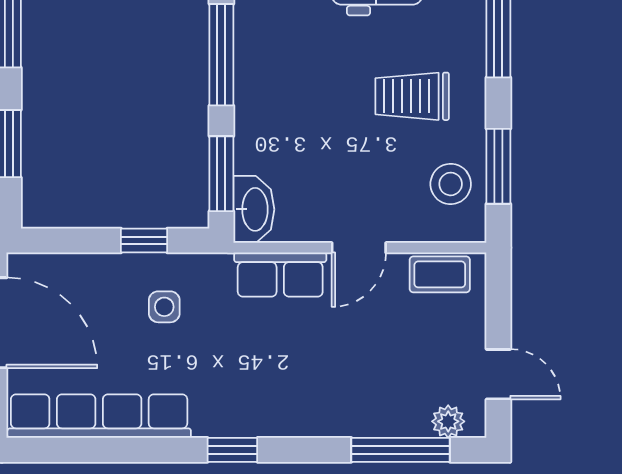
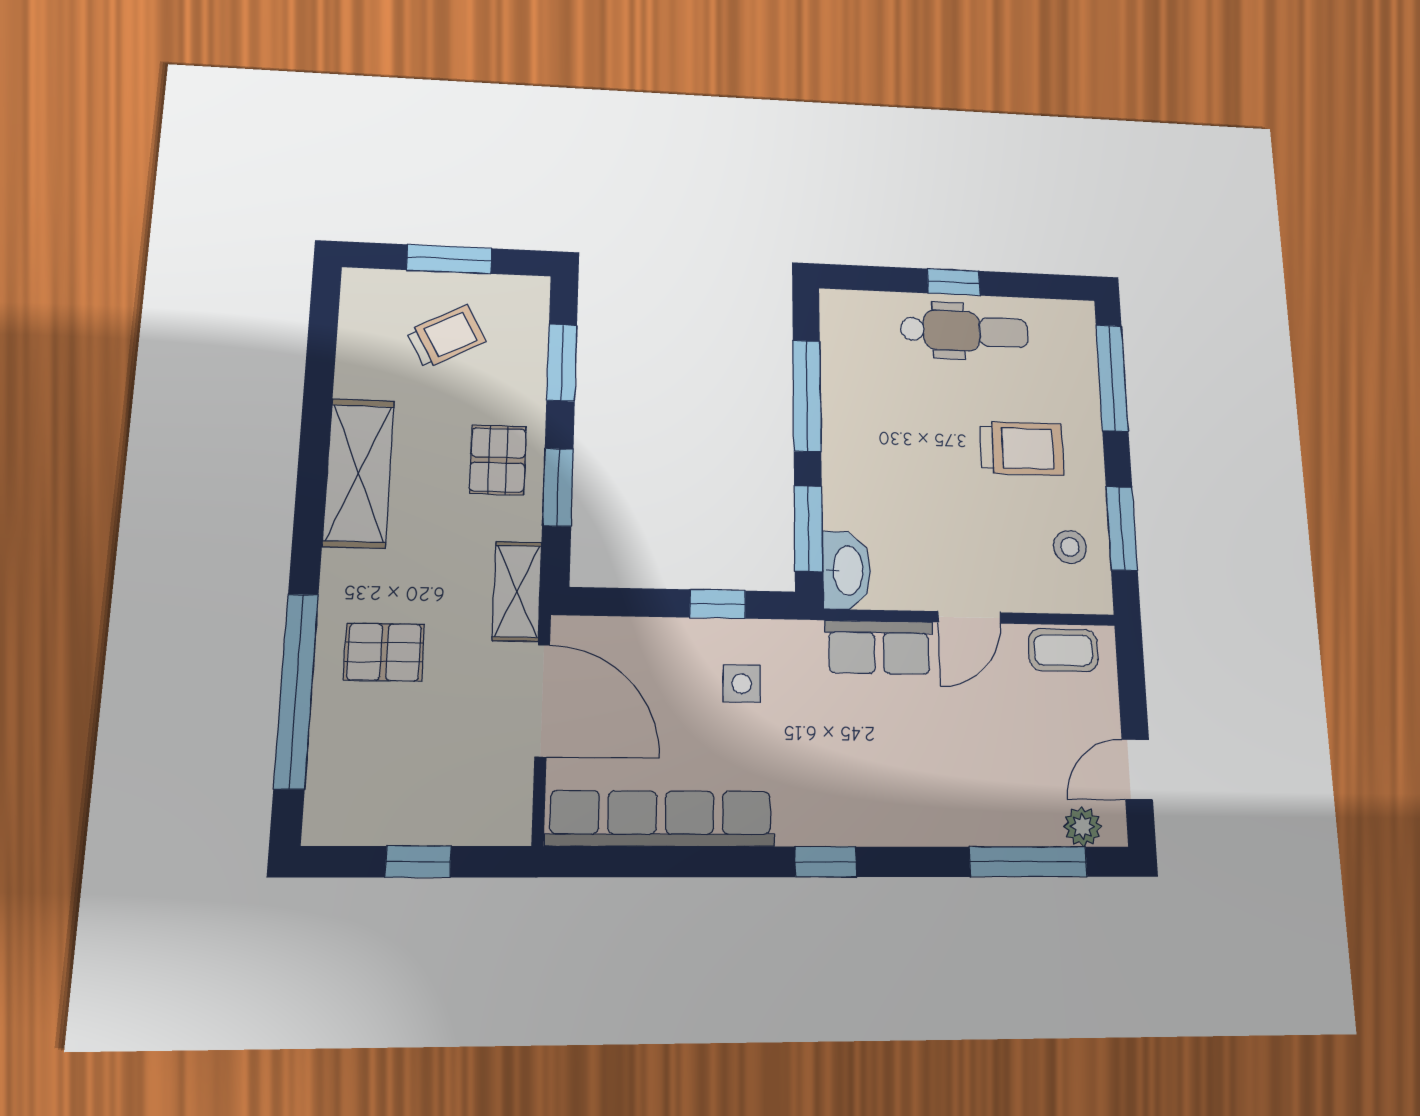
trolley: (412, 96) -> (1022, 448), turned 180
stool: (451, 184) -> (1070, 547), width x0.73, depth x0.73
door: (498, 374) -> (1137, 769), swing flipped

